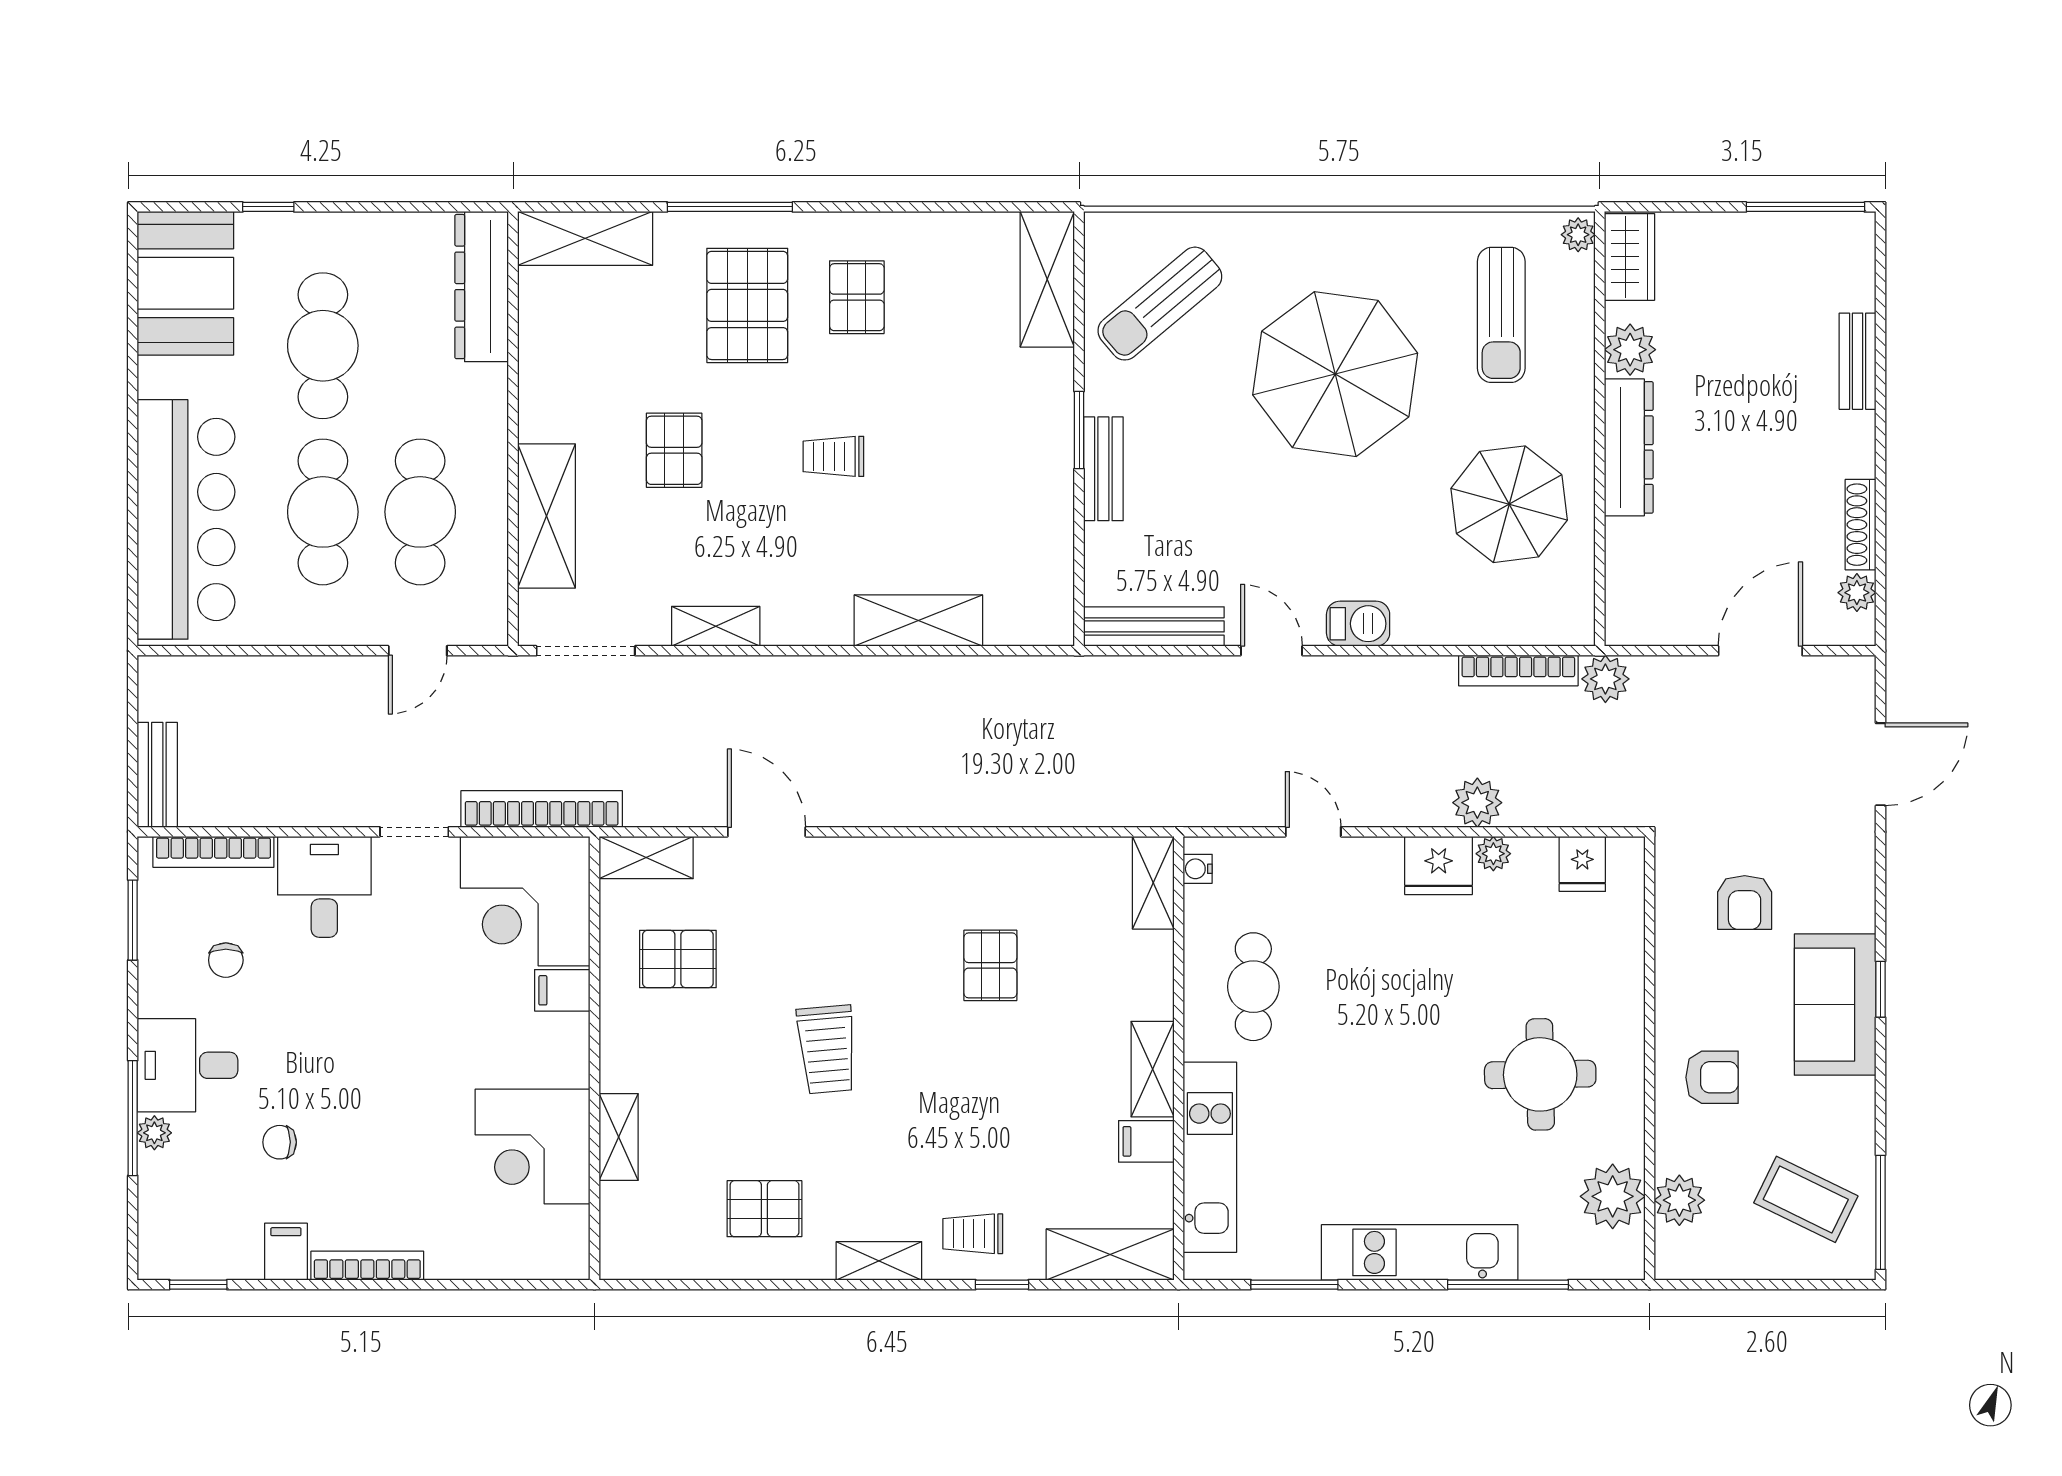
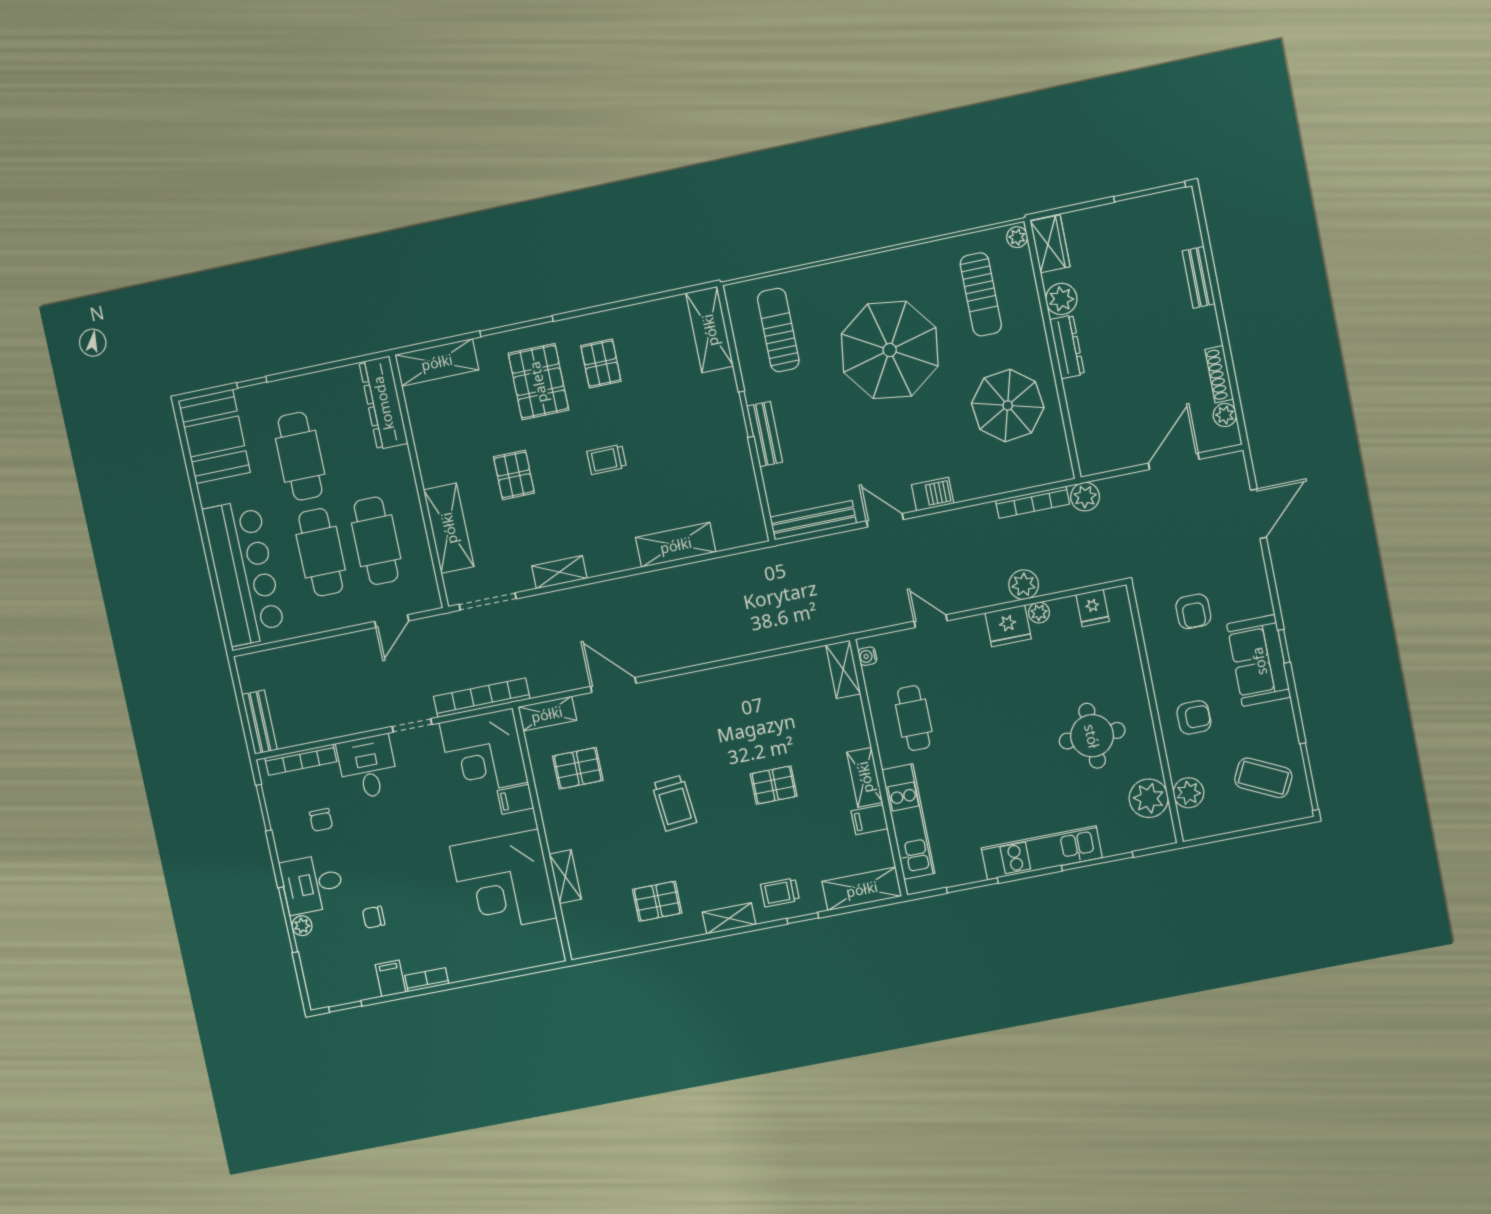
sun lounger: (1160, 304) -> (778, 330), turned 130
dresser: (1629, 447) -> (1067, 347), width x0.73, depth x0.80
pallet: (990, 965) -> (774, 785), moved, turned 90
corner desk: (533, 1146) -> (503, 882), width x1.36, depth x1.36
bookcase: (367, 1266) -> (427, 980), width x0.64

